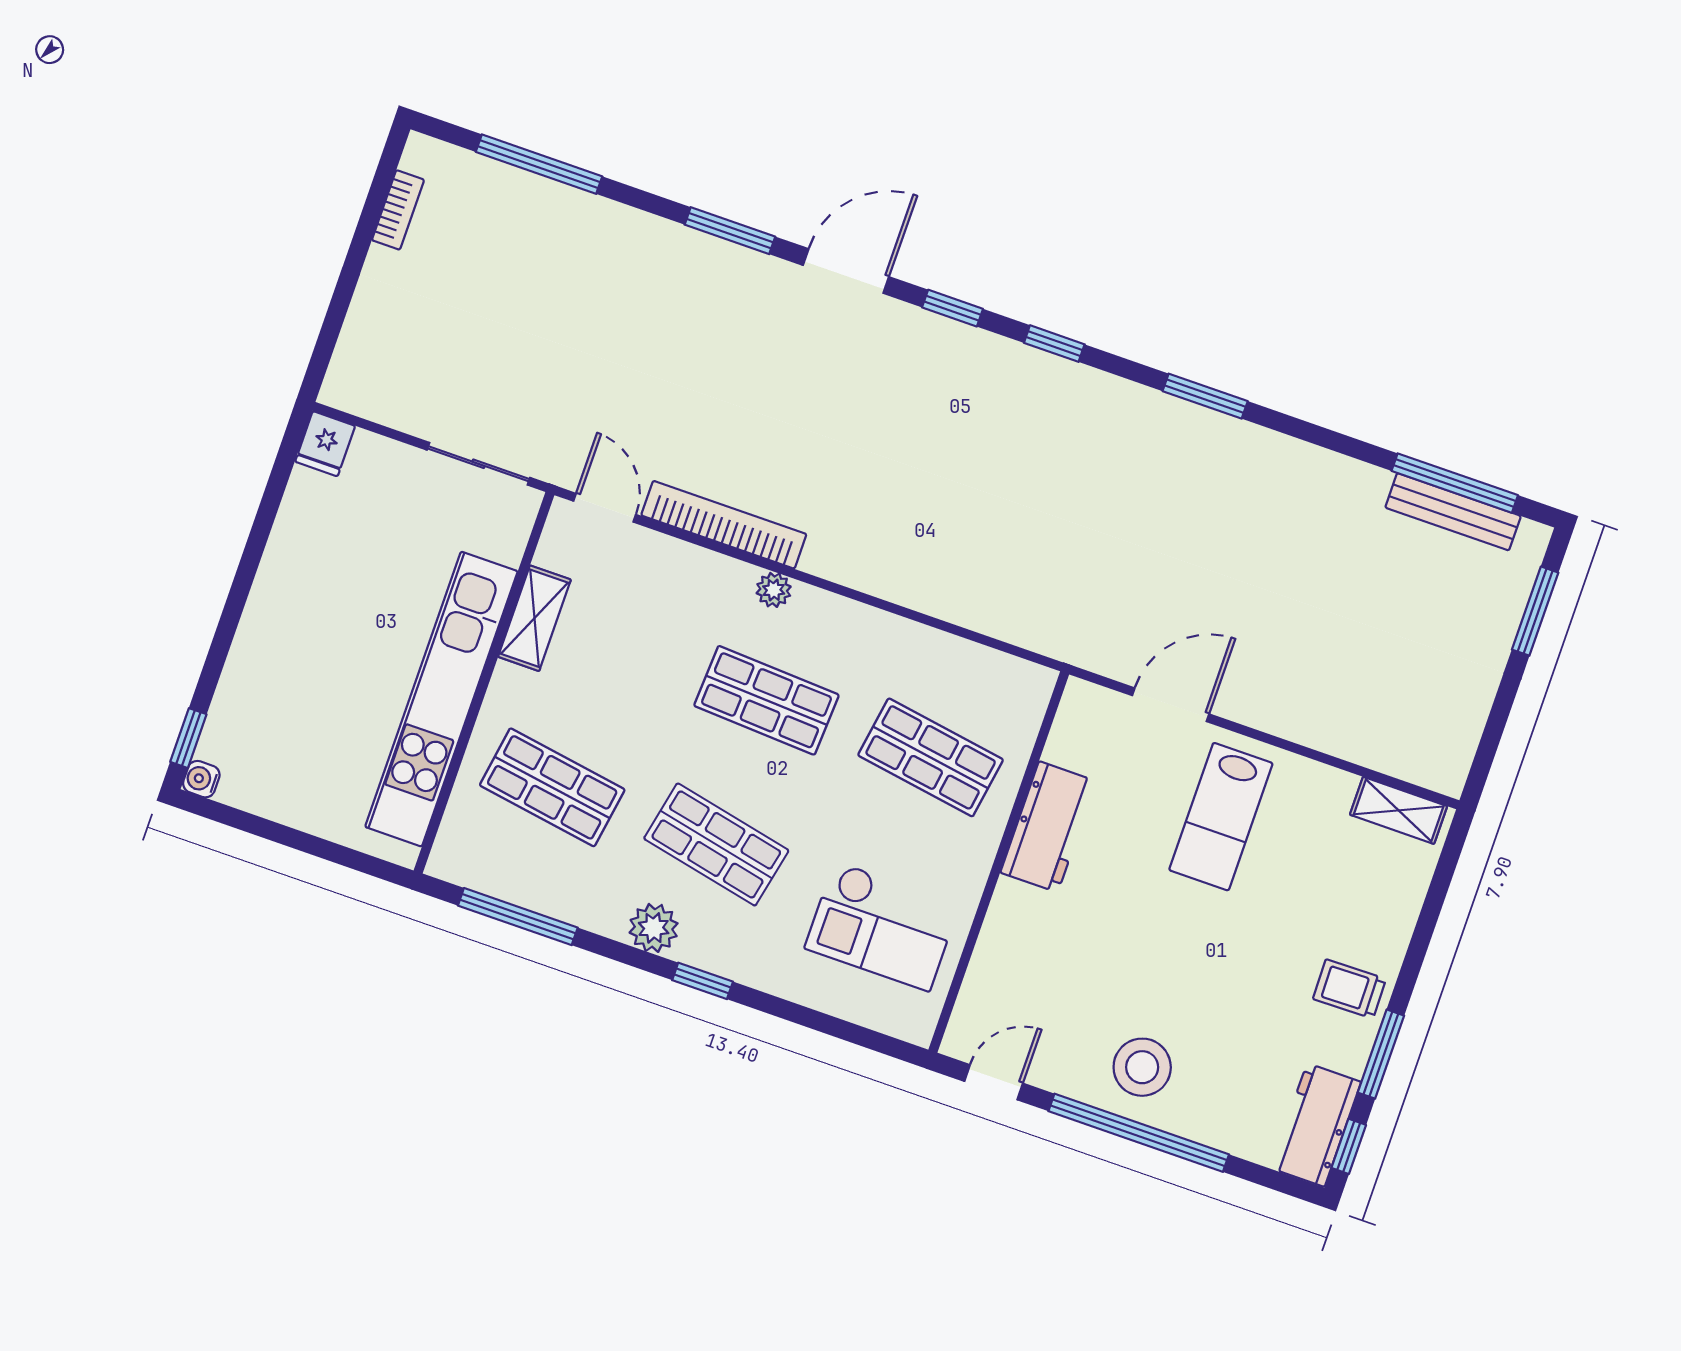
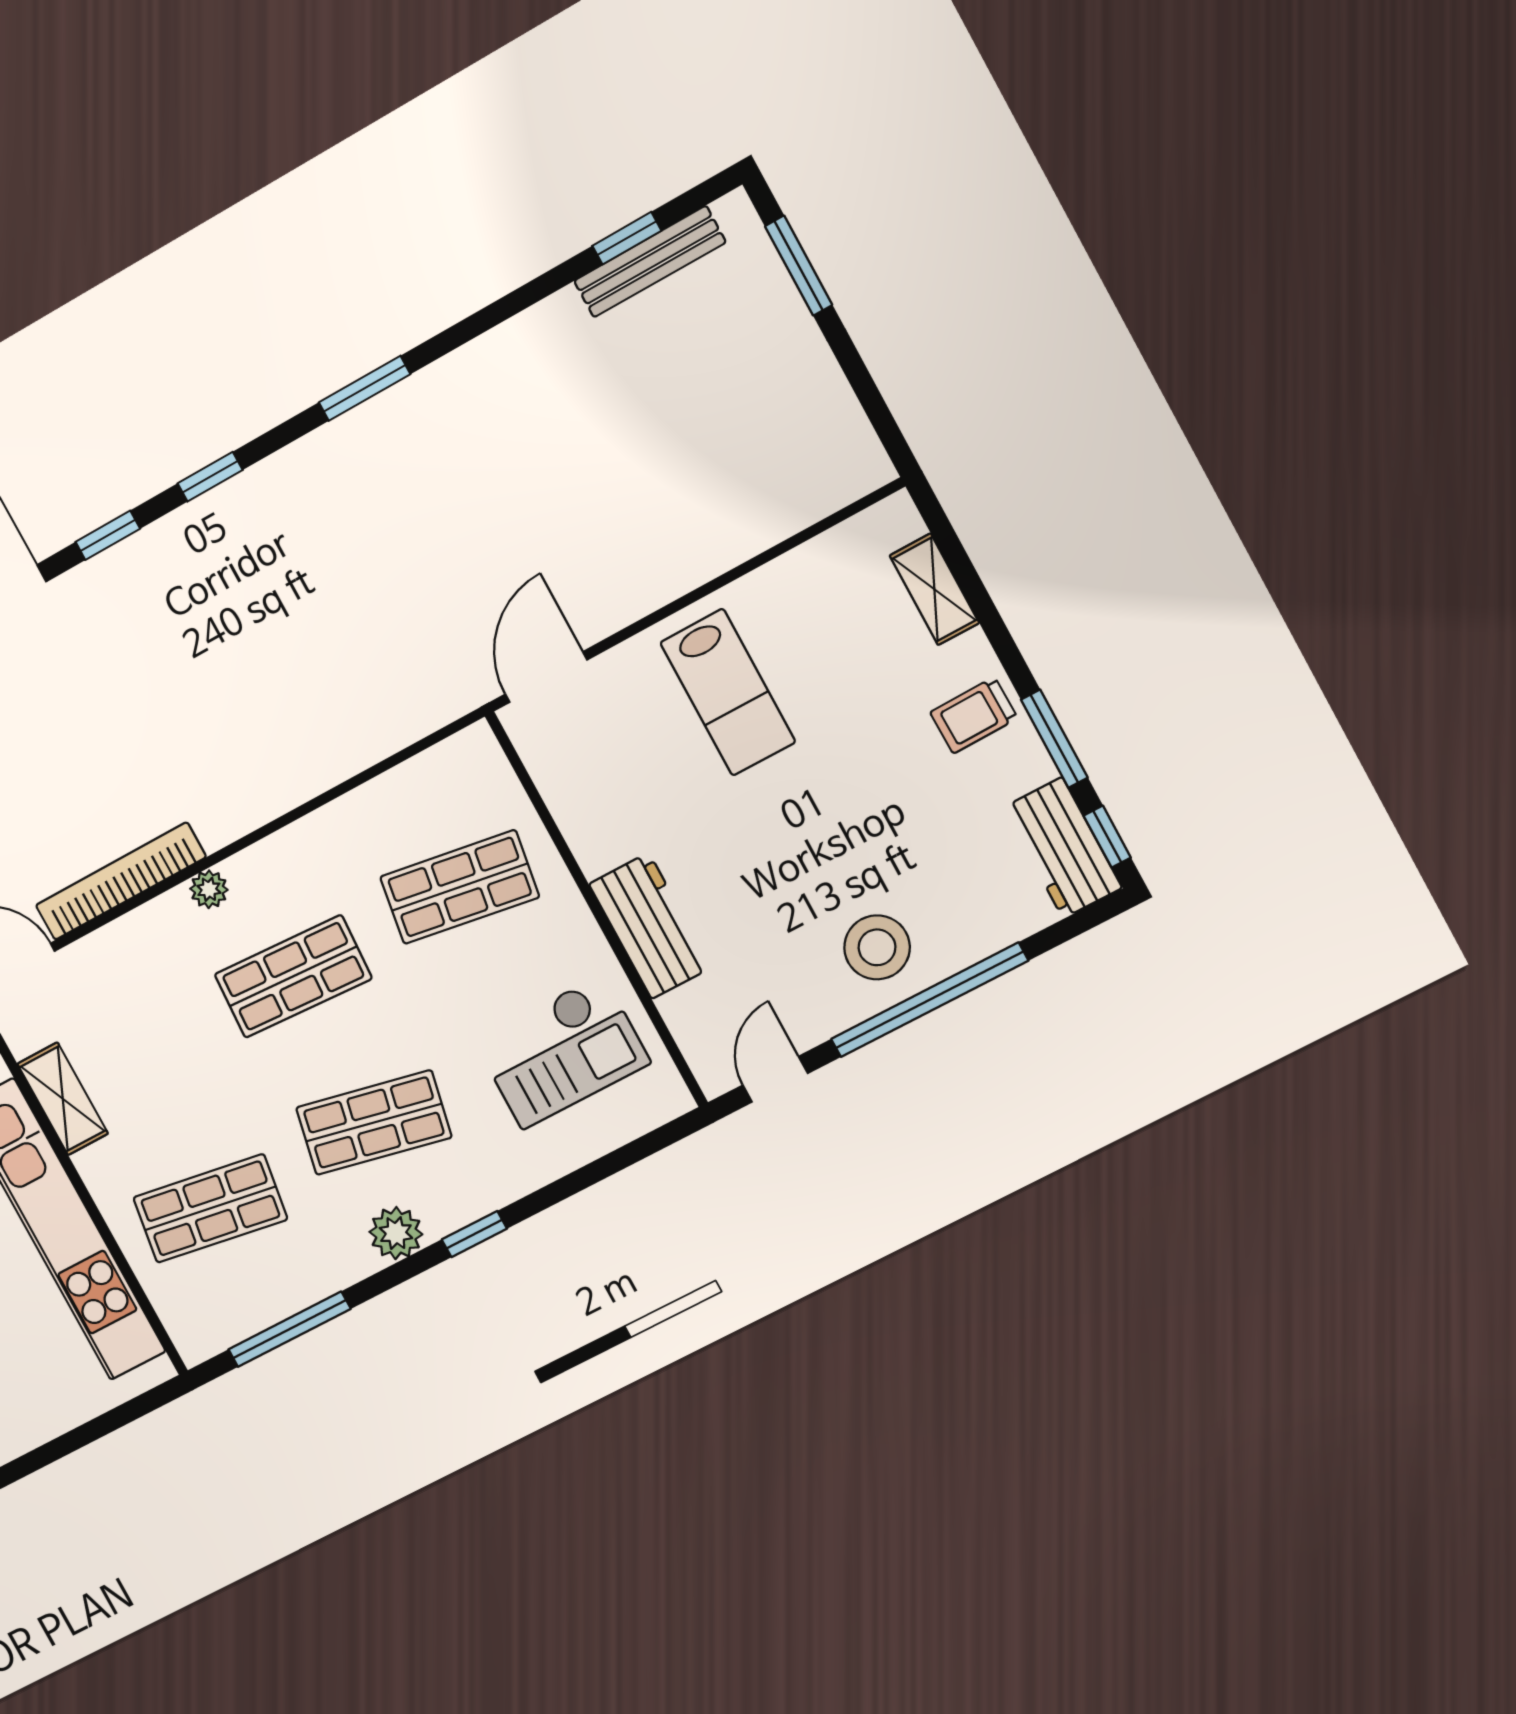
window: (1455, 483) -> (627, 238), width x0.46
door: (1171, 705) -> (546, 677), moved
shelving: (1399, 810) -> (934, 589), moved, turned 90
workbench: (1048, 827) -> (650, 926), moved

